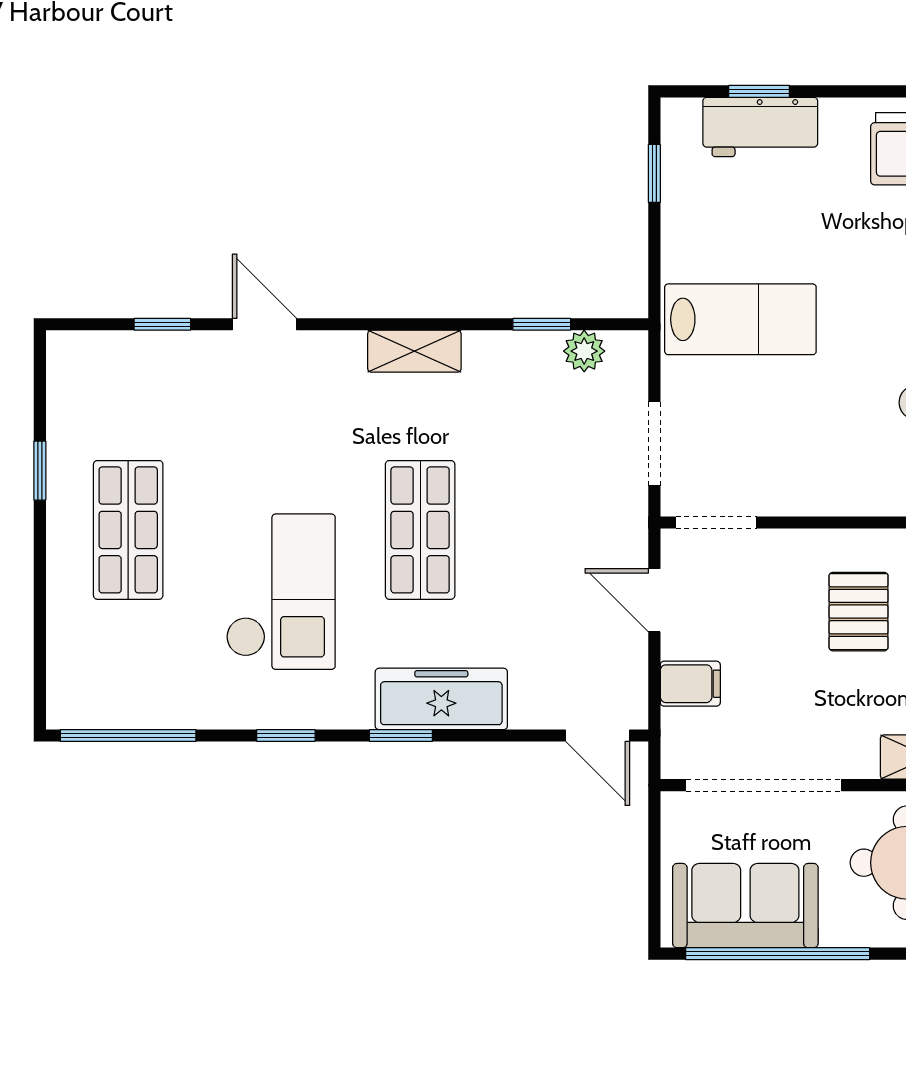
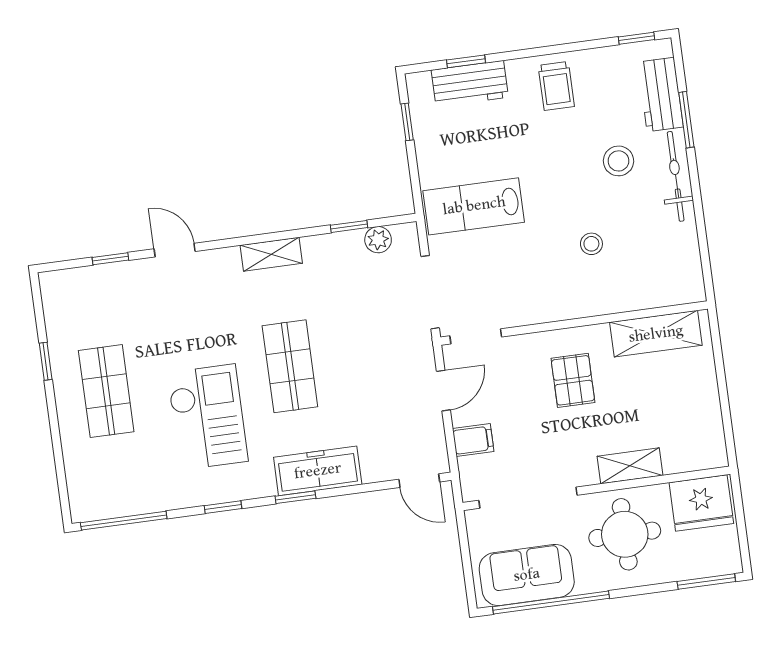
lab bench: (740, 319) -> (474, 206), turned 180
doorway: (654, 444) -> (430, 292), width x1.38
door: (654, 600) -> (443, 391), swing flipped

